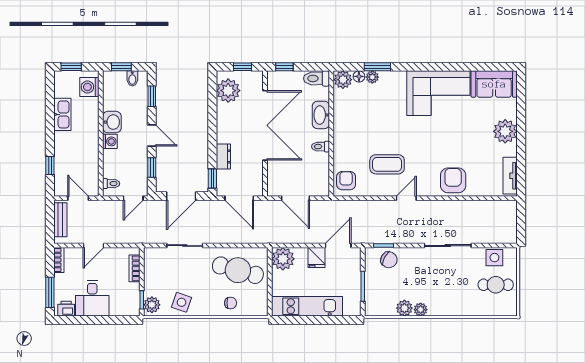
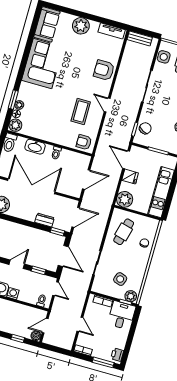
boiler: (61, 189) -> (36, 336), added
bench: (60, 220) -> (140, 38), moved
cafe table: (238, 270) -> (124, 232), width x0.73, depth x0.74
desk: (92, 298) -> (122, 315), moved, turned -90
side table: (181, 302) -> (120, 279), moved

